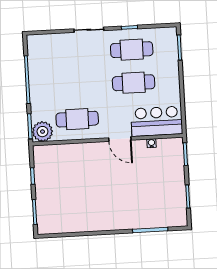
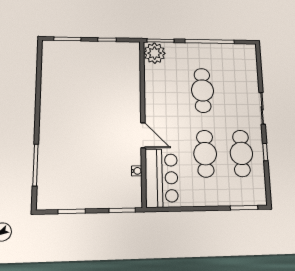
cafe table: (77, 119) -> (202, 90), moved
door: (120, 139) -> (143, 135), swing flipped

